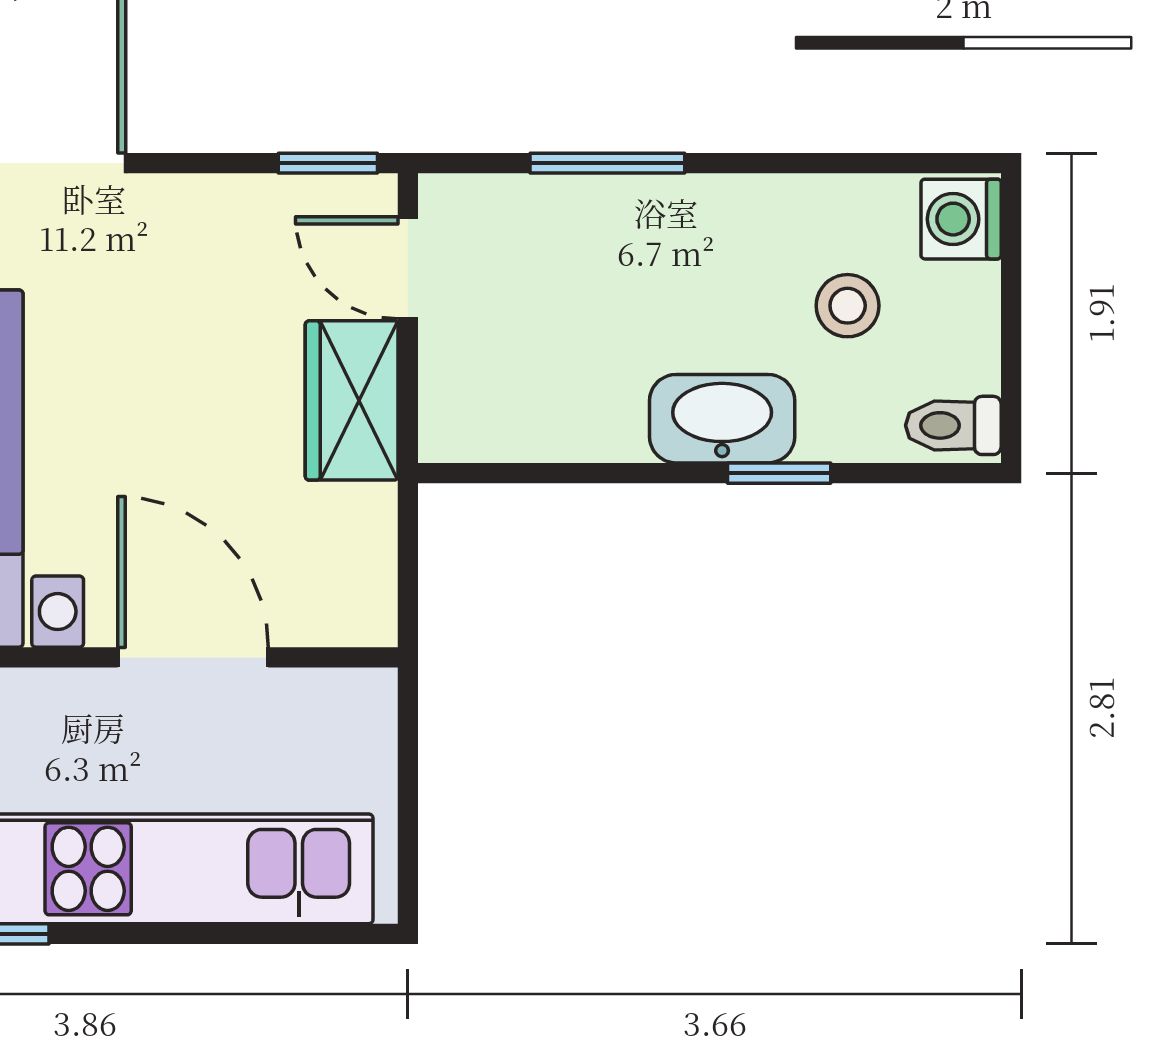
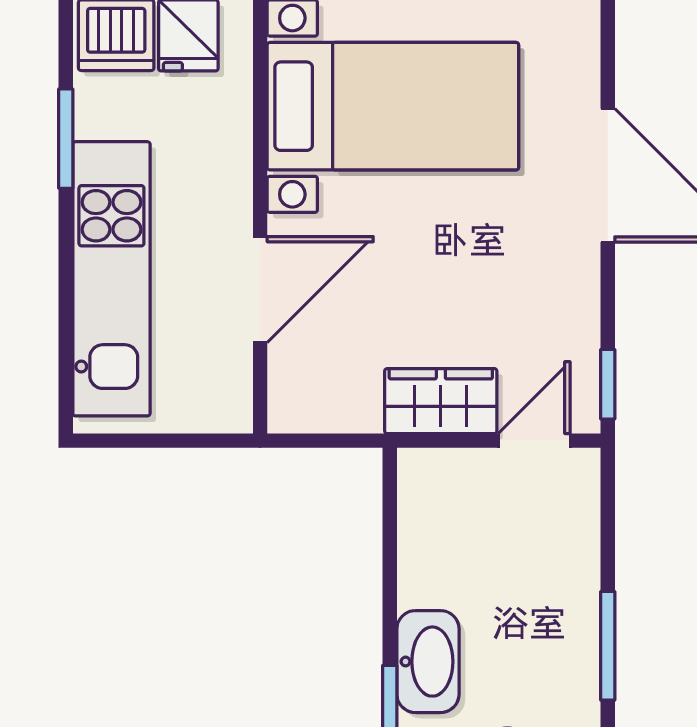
window: (607, 163) -> (608, 646), moved

